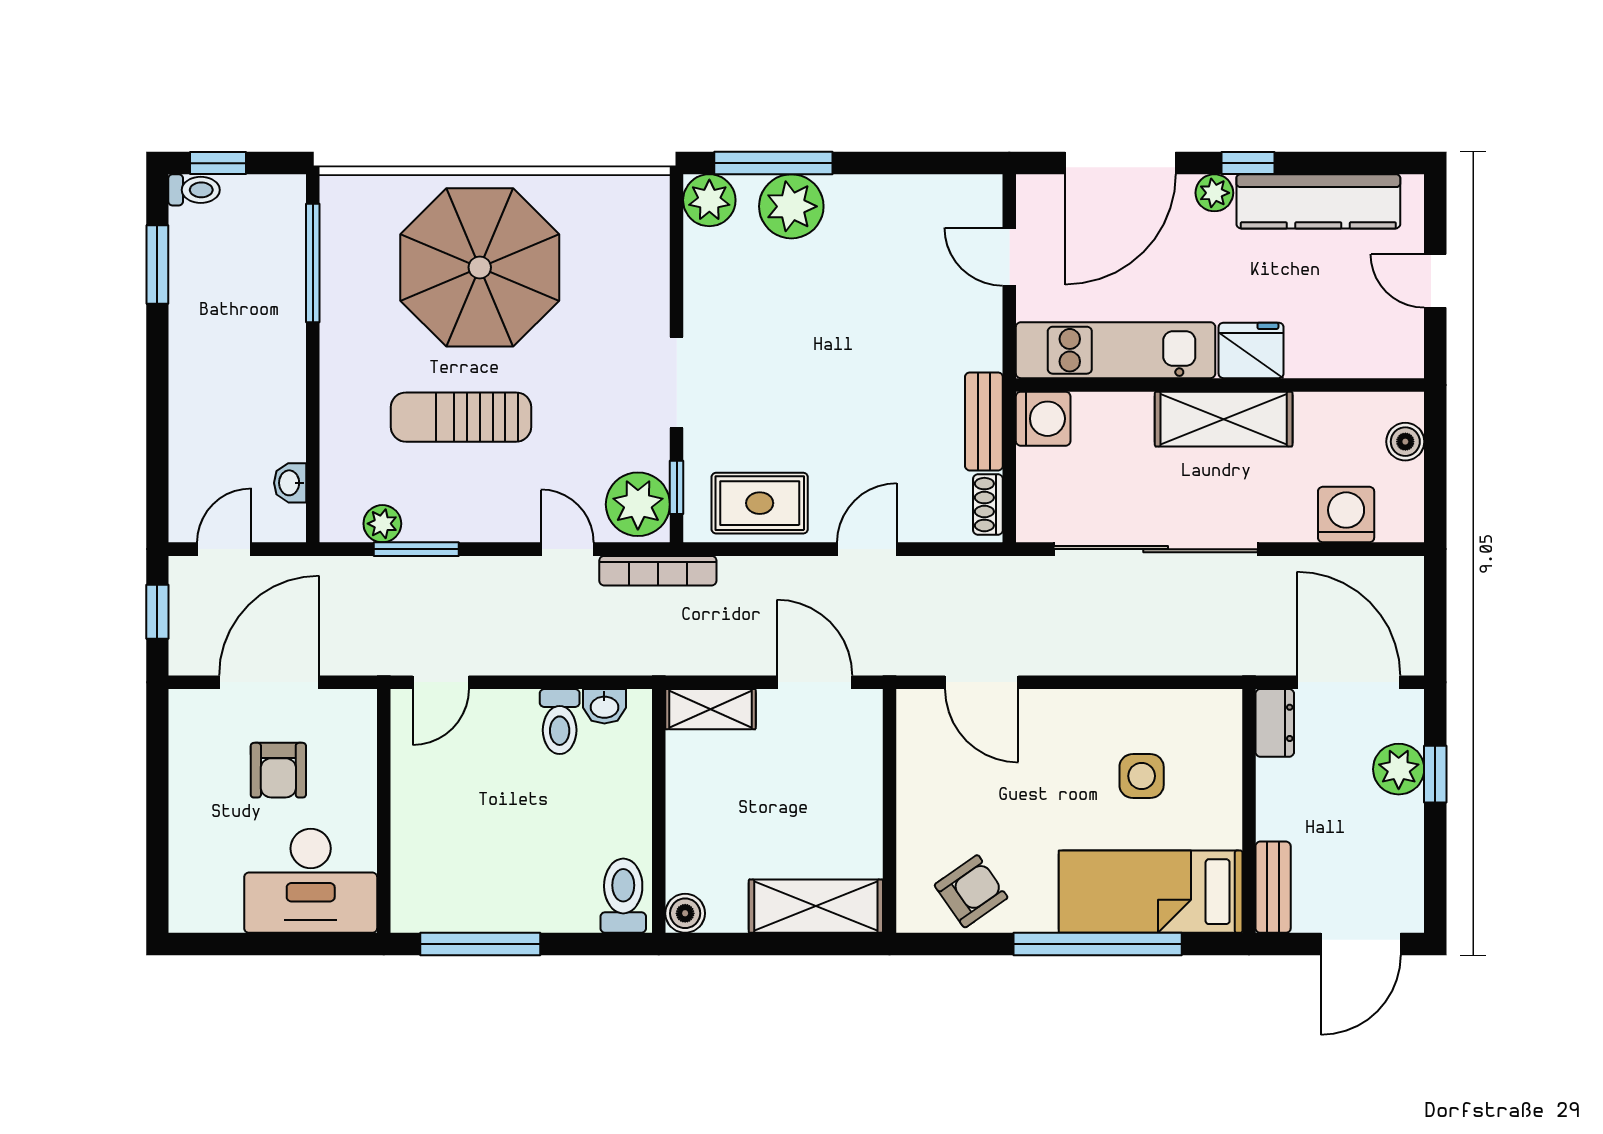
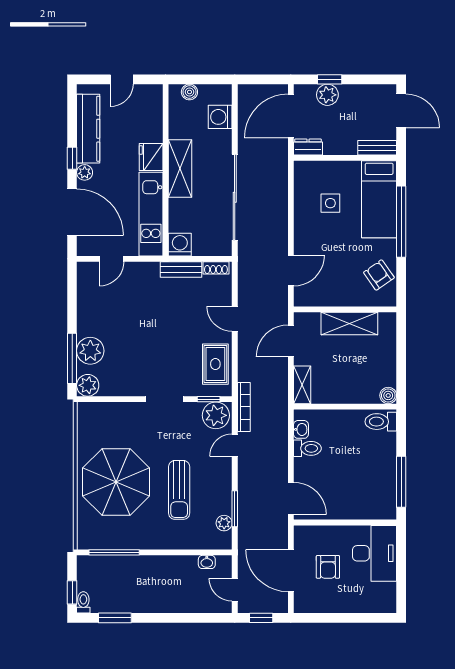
door: (441, 682) -> (291, 498), width x1.38
armchair: (278, 770) -> (328, 567), turned 90
shelving: (816, 906) -> (349, 323), moved, turned 90

